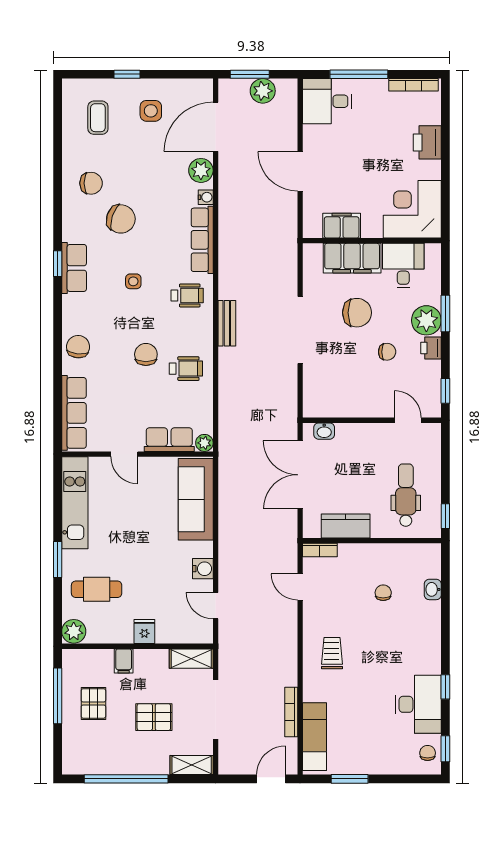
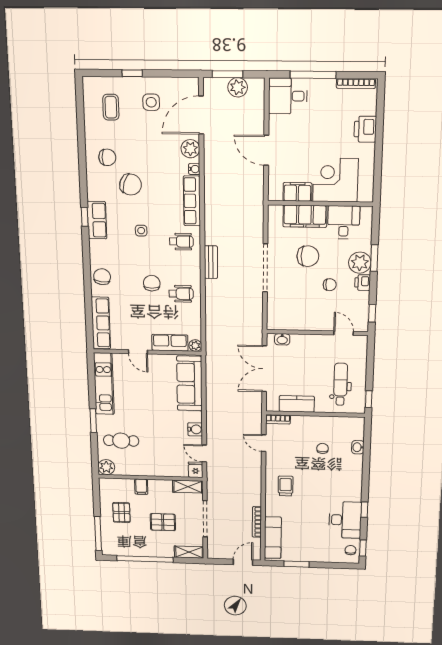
corner desk: (412, 209) -> (335, 180), moved
fridge: (144, 632) -> (196, 470), moved
window: (58, 696) -> (98, 534), moved

